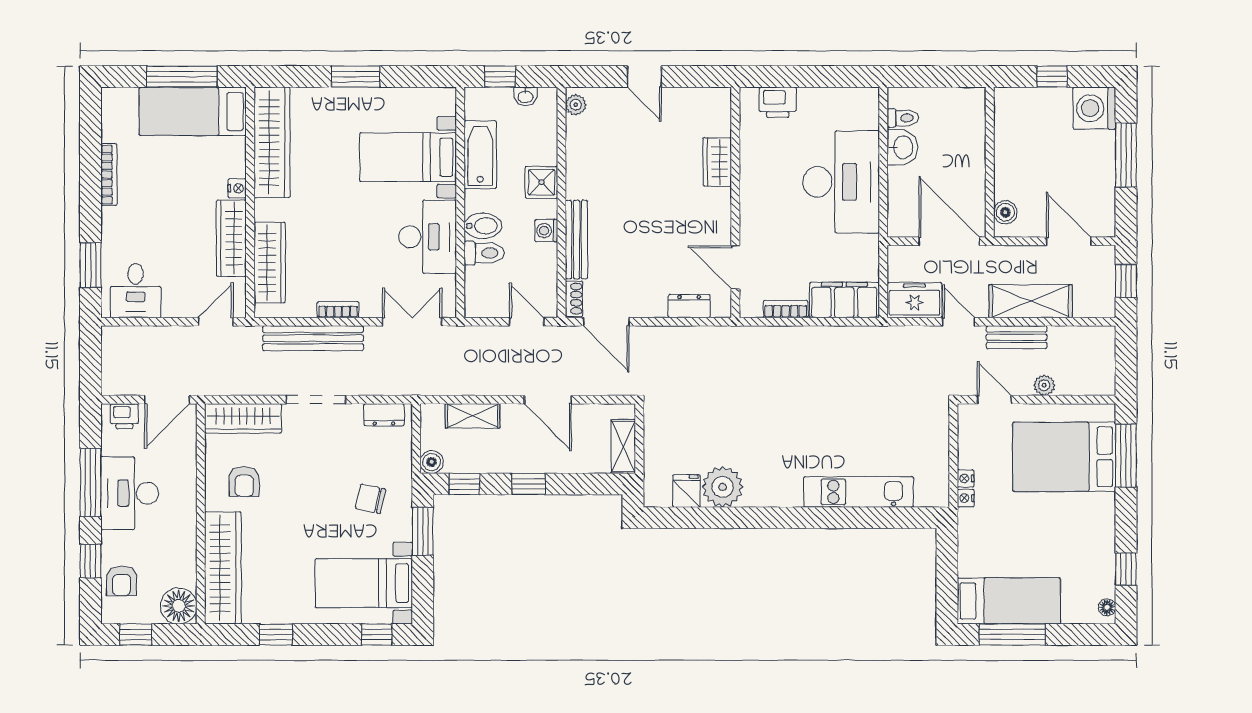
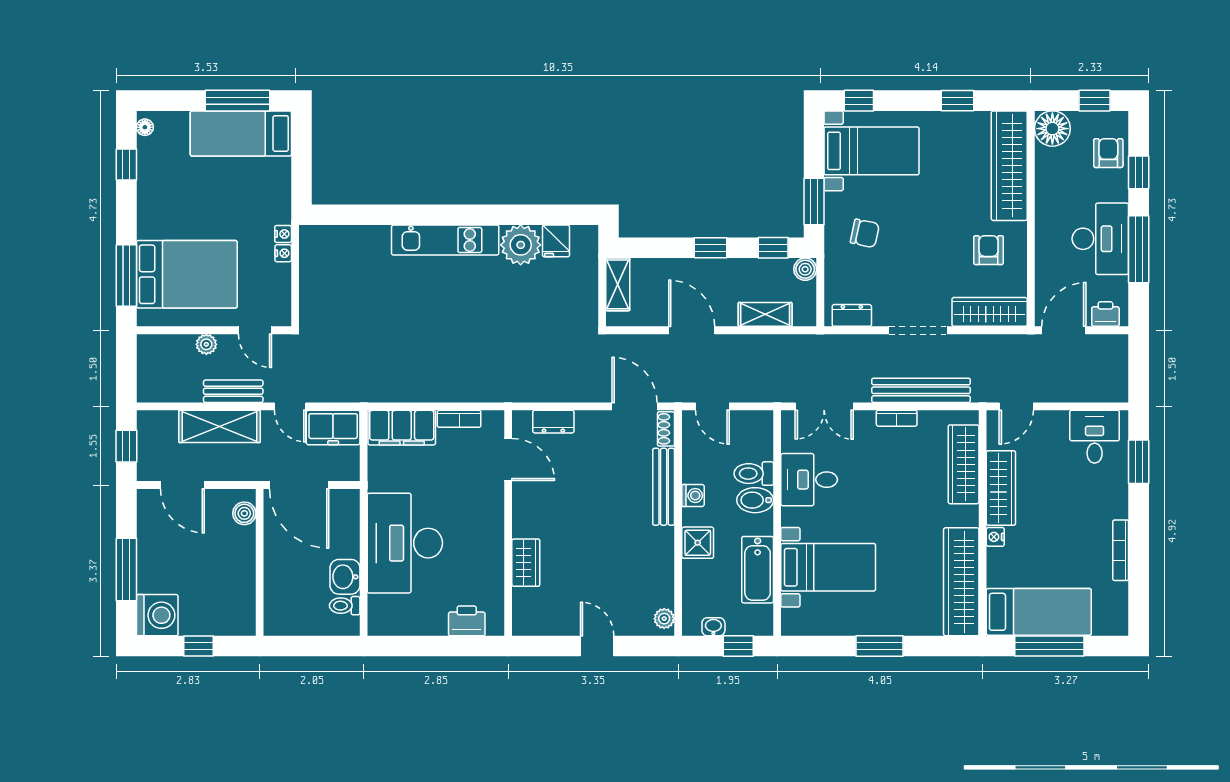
desk: (428, 237) -> (809, 480), width x0.73
kitchen unit: (859, 492) -> (445, 240), moved

